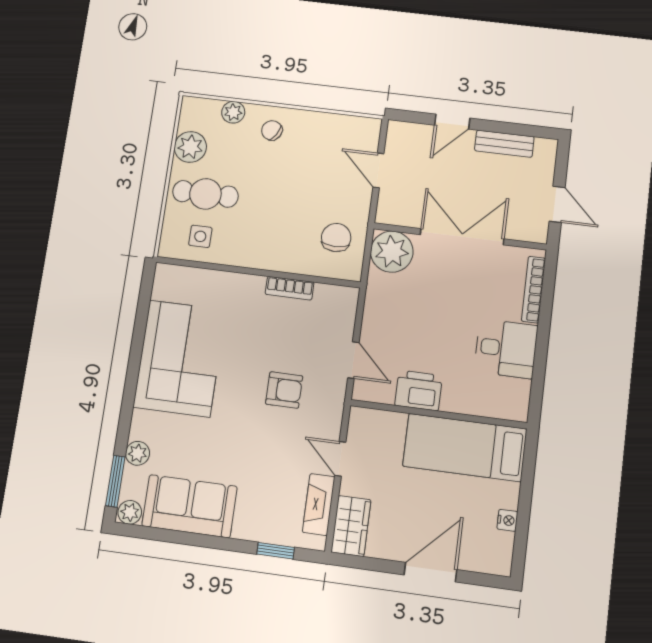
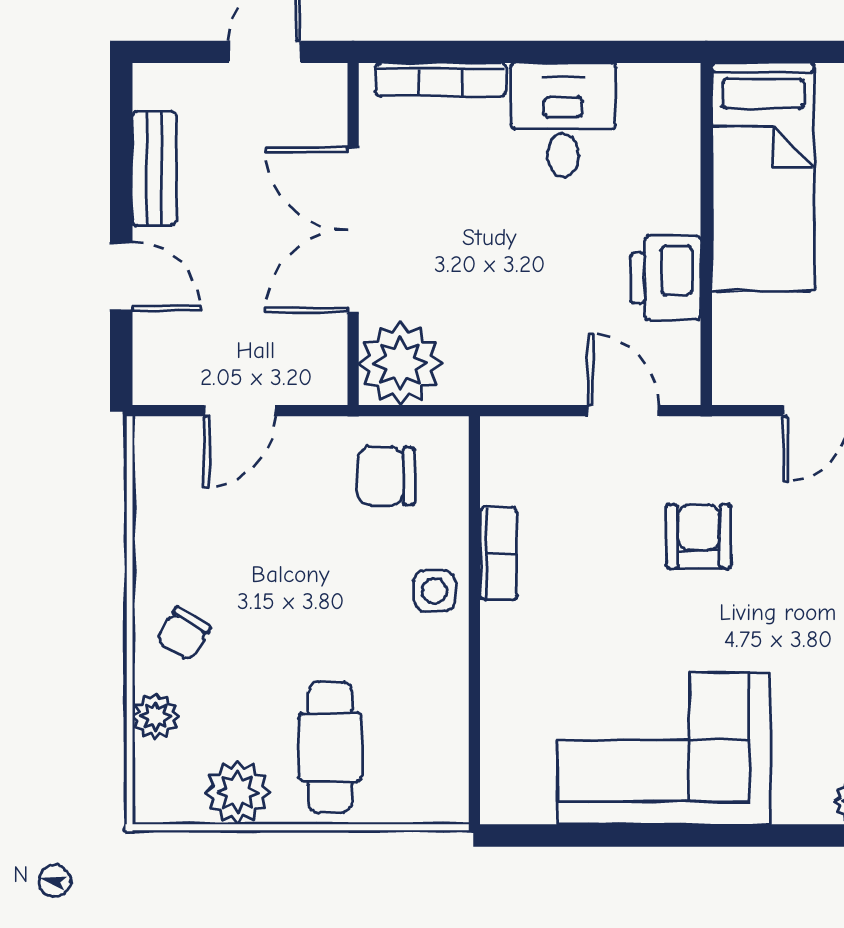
side table: (200, 236) -> (434, 591), moved
door: (353, 360) -> (623, 411), hinge flipped

